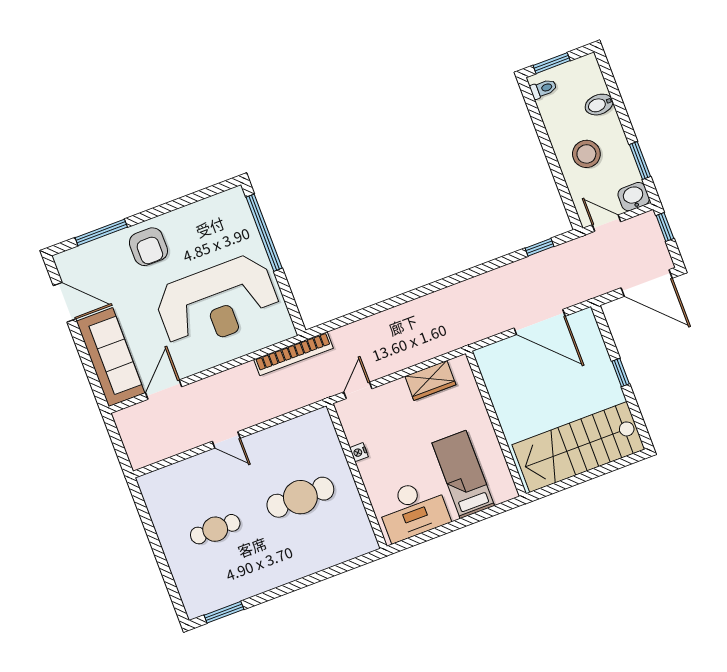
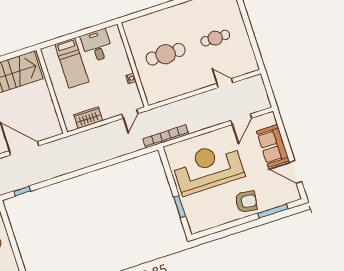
window: (264, 233) -> (180, 207), width x0.47
armchair: (148, 247) -> (246, 202), turned 98
sofa: (111, 357) -> (273, 146), width x0.73
door: (226, 440) -> (225, 83), moved
desk: (413, 510) -> (97, 46), width x0.73

